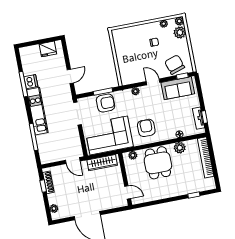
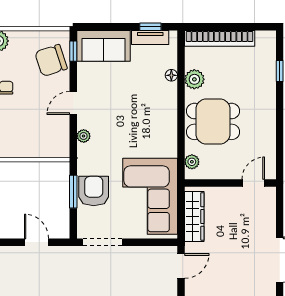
sofa: (178, 88) -> (104, 46), moved, turned 90
armchair: (146, 128) -> (150, 130), removed

